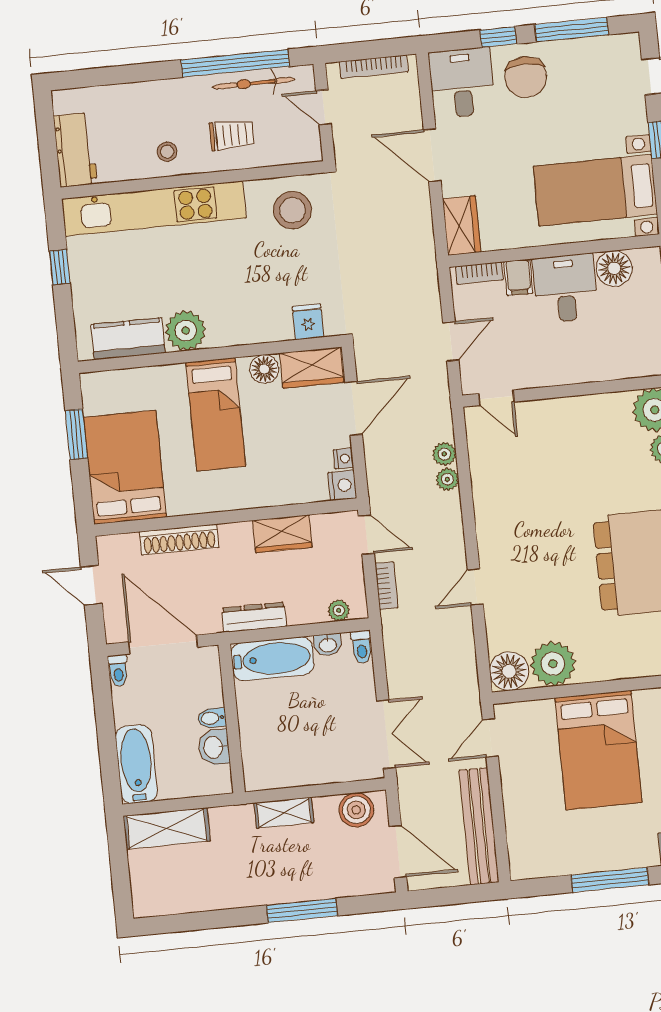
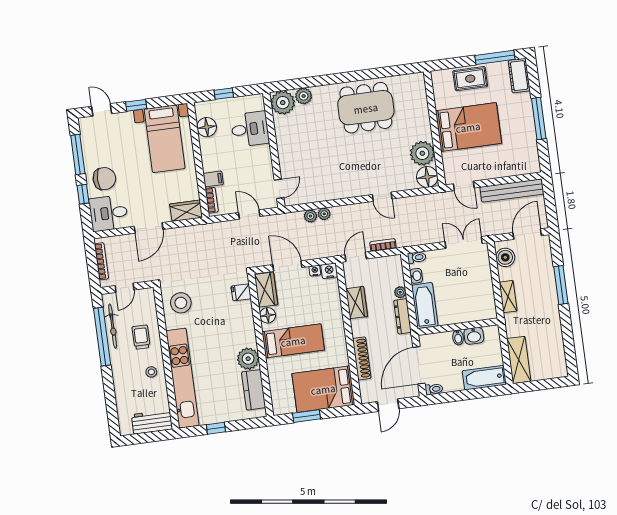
desk: (565, 288) -> (250, 129), moved, turned 180
plant: (339, 610) -> (400, 292), moved

